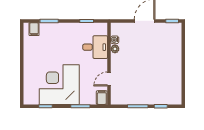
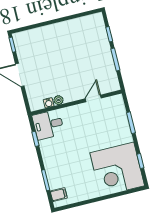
desk: (95, 47) -> (48, 125), moved, turned -90
door: (109, 79) -> (93, 98), swing flipped
corner desk: (59, 85) -> (117, 169), moved
filing cabinet: (102, 98) -> (116, 102), removed

